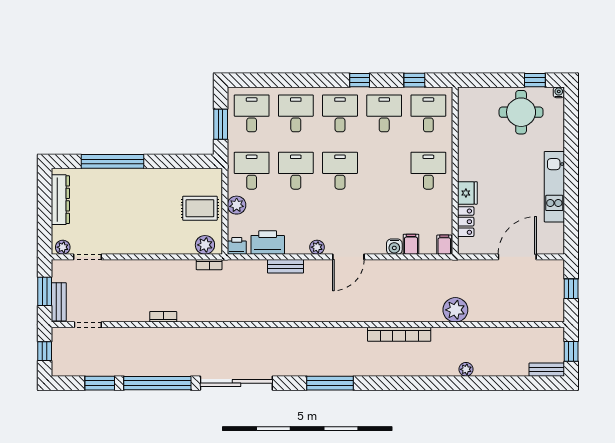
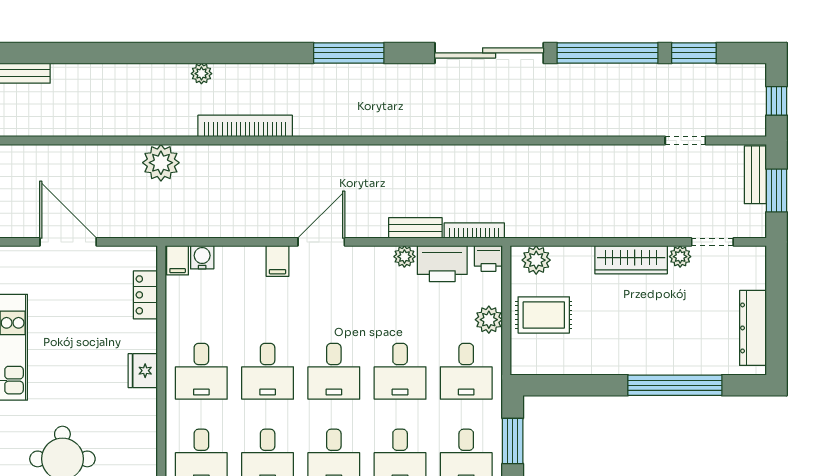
desk: (384, 171) -> (268, 371), added
fridge: (467, 193) -> (143, 371), moved
filing cabinet: (411, 244) -> (277, 261), moved
wardrobe: (142, 245) -> (631, 260), added
plant: (63, 247) -> (680, 257), moved
plant: (317, 247) -> (404, 257), moved
water cooler: (394, 247) -> (202, 257), moved
door: (517, 257) -> (68, 242), swing flipped
bookcase: (209, 265) -> (474, 230), moved, width x1.56
bookcase: (163, 317) -> (599, 152), removed
doorway: (88, 325) -> (685, 140), moved
plant: (466, 369) -> (201, 74), moved

